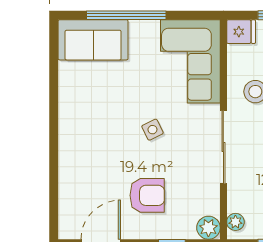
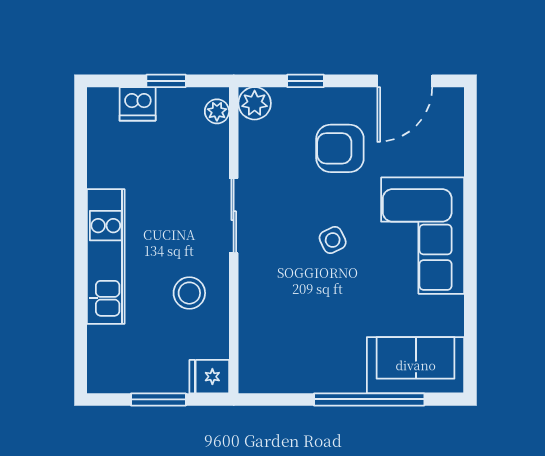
corner sofa: (190, 61) -> (423, 236), moved, turned 180
sliding door: (223, 147) -> (234, 216), width x0.73

